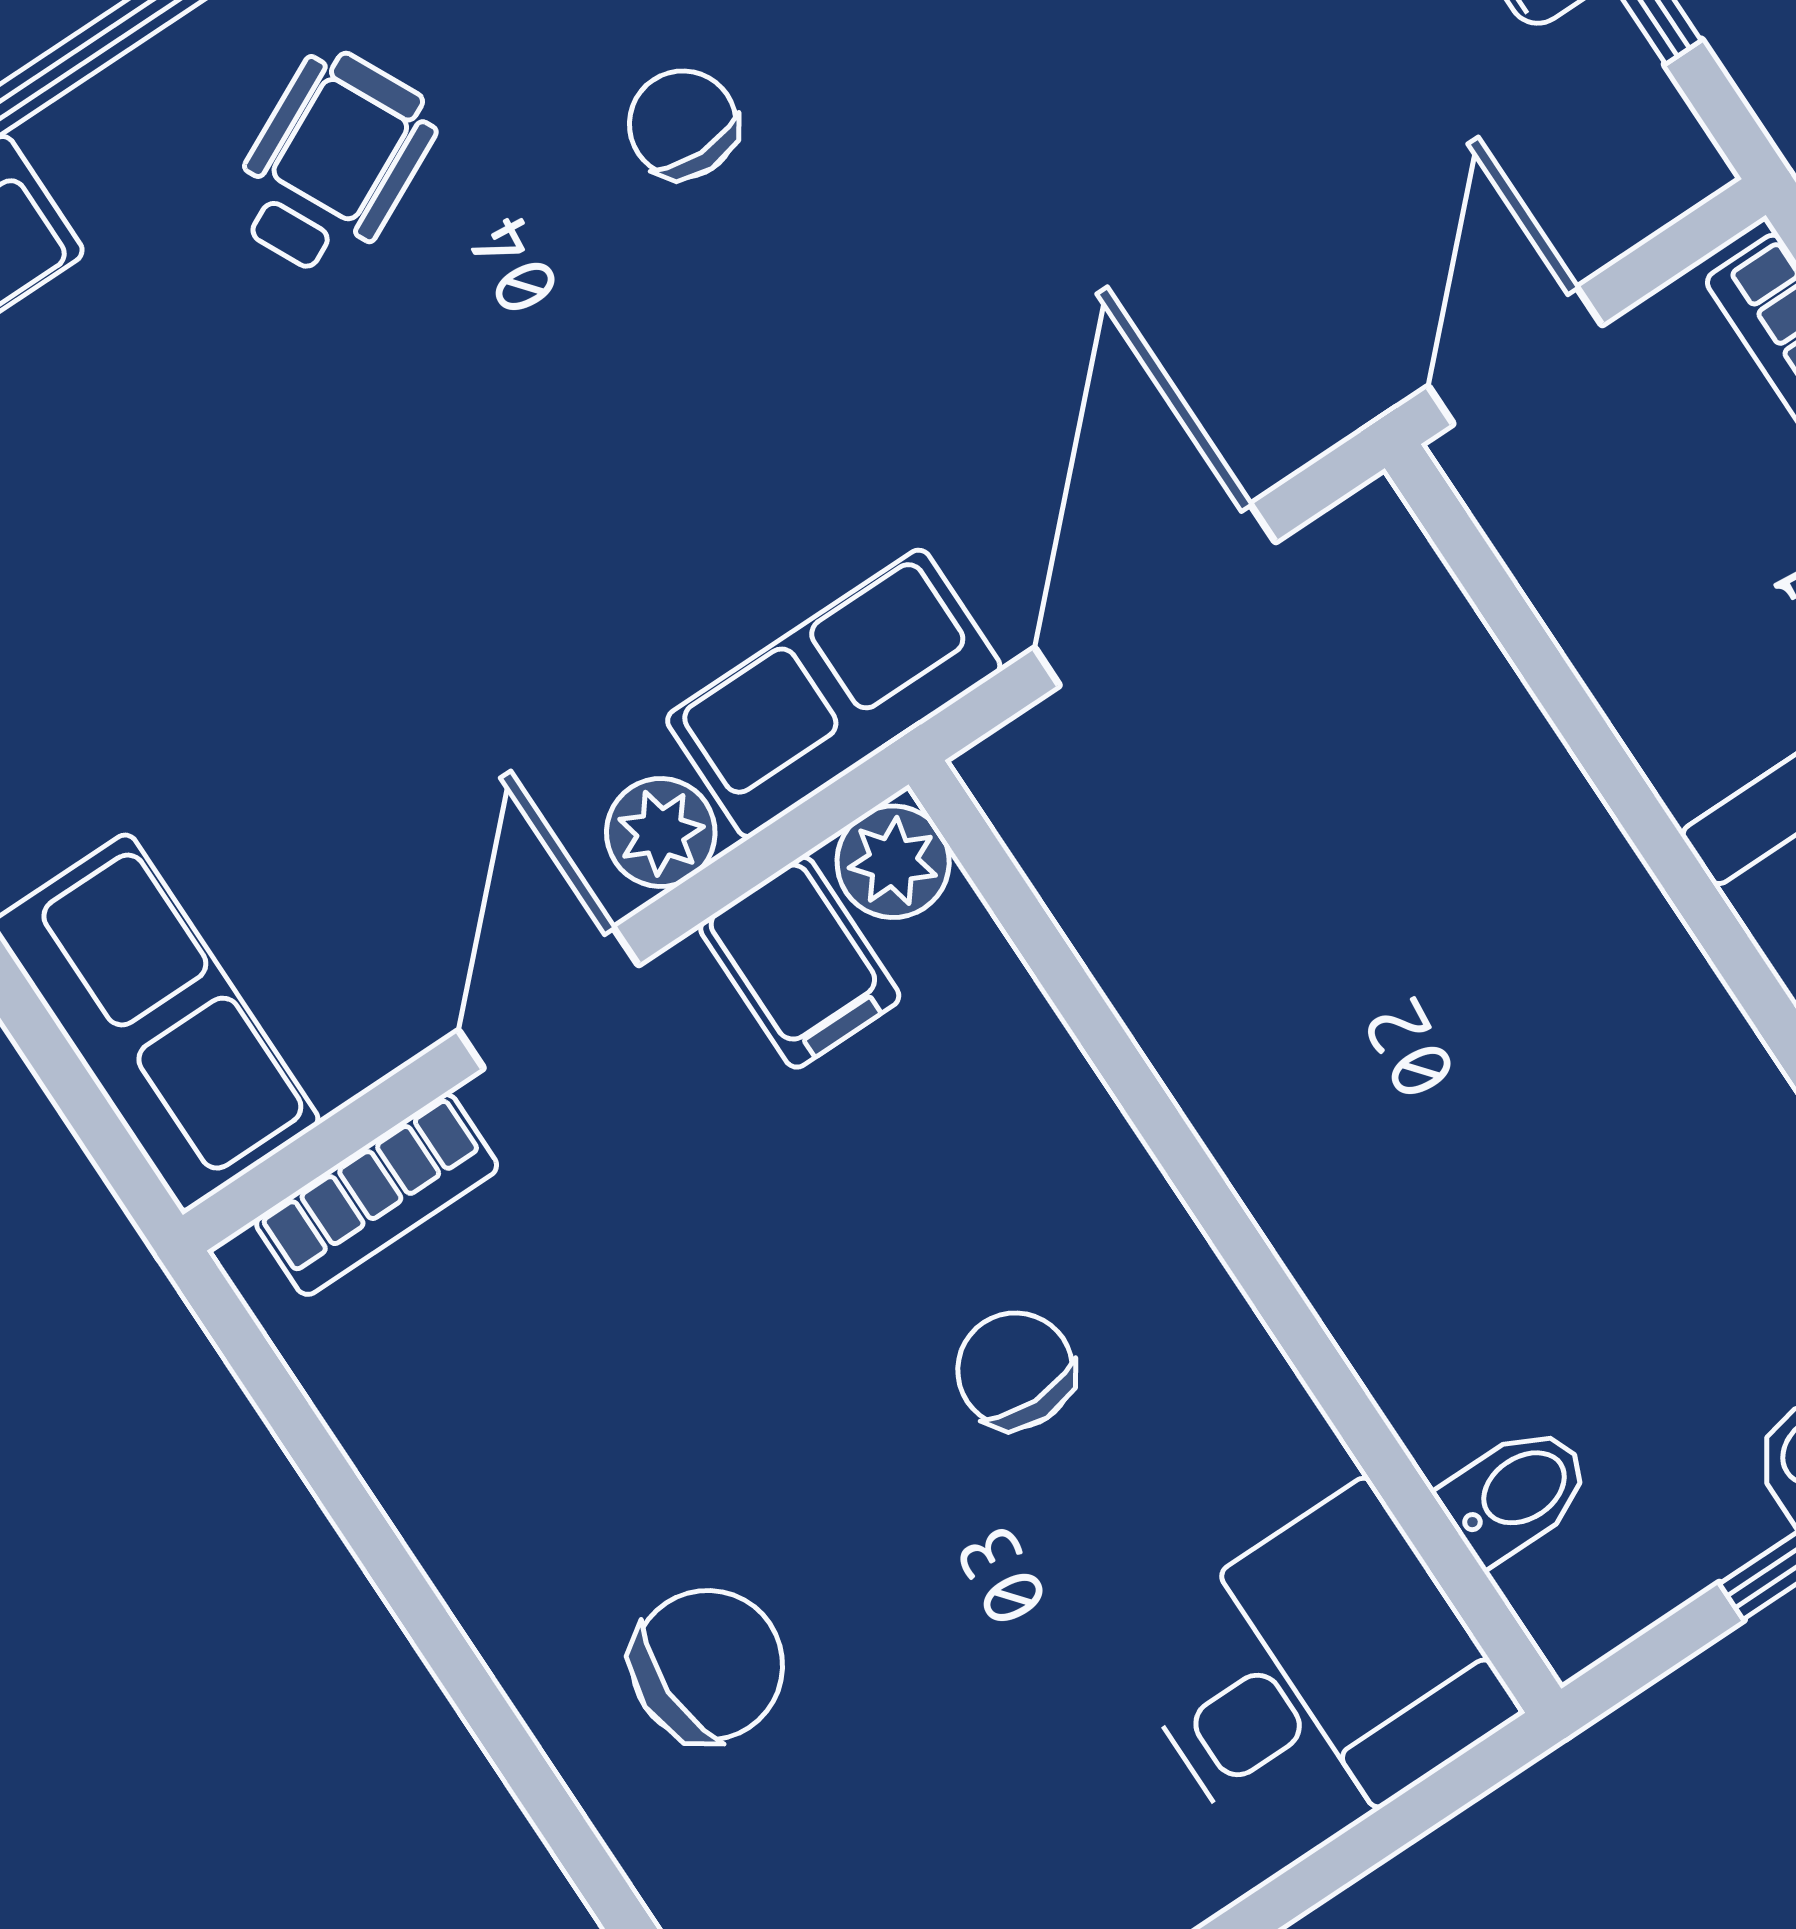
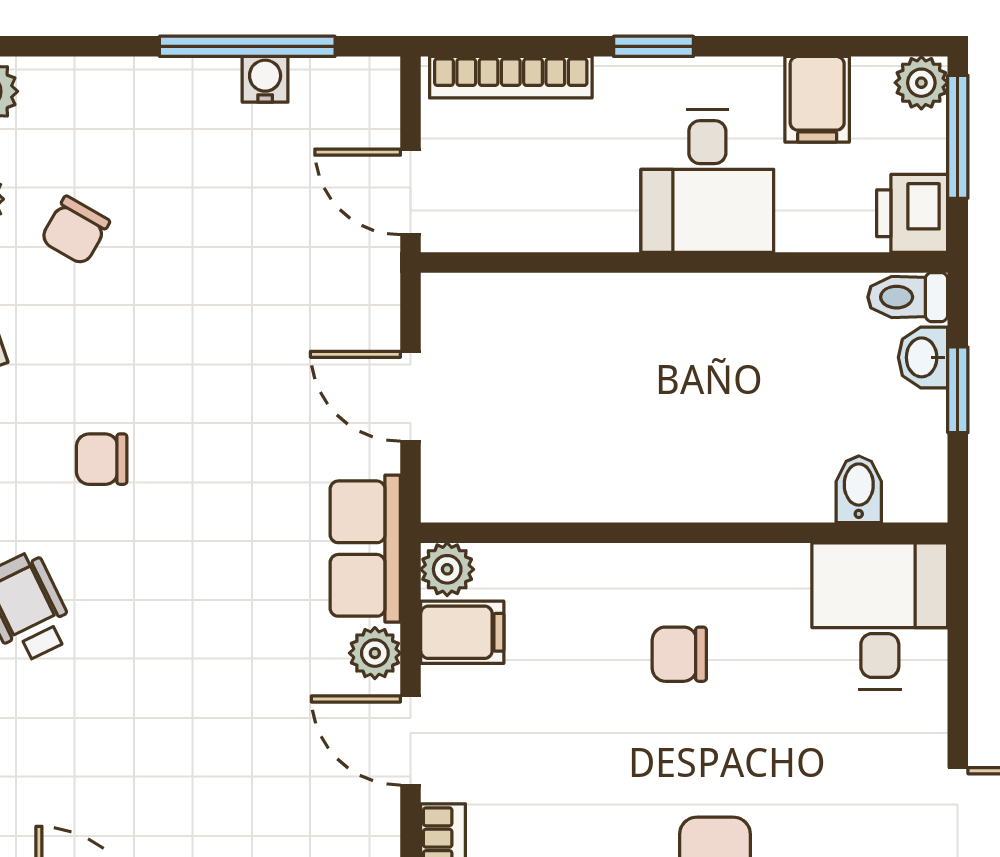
door: (1155, 595) -> (411, 396), width x0.73

